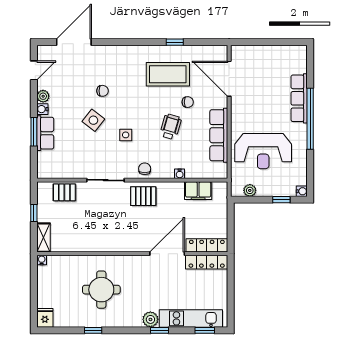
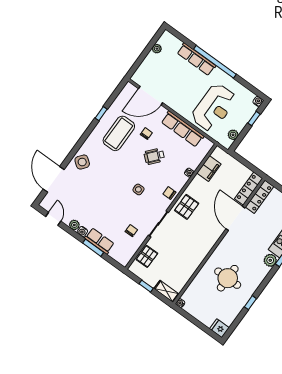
plant: (281, 51) -> (157, 49), added
chair: (102, 91) -> (131, 231), moved
side table: (93, 120) -> (82, 162), moved
wheelchair: (171, 127) -> (154, 156), turned -65

